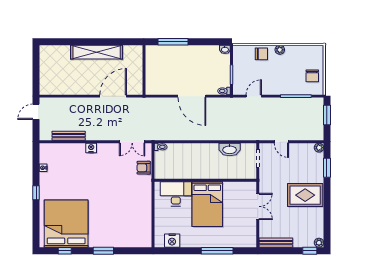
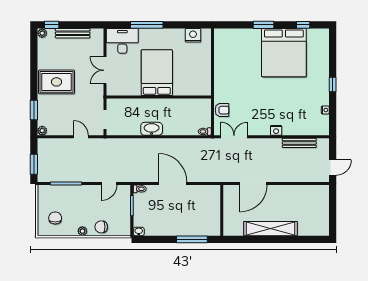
chair: (312, 76) -> (55, 218), moved
washbasin: (230, 149) -> (152, 129), moved
desk: (176, 194) -> (122, 41), moved, turned 180
bed: (66, 224) -> (284, 53), moved
bench: (276, 243) -> (73, 33), moved

